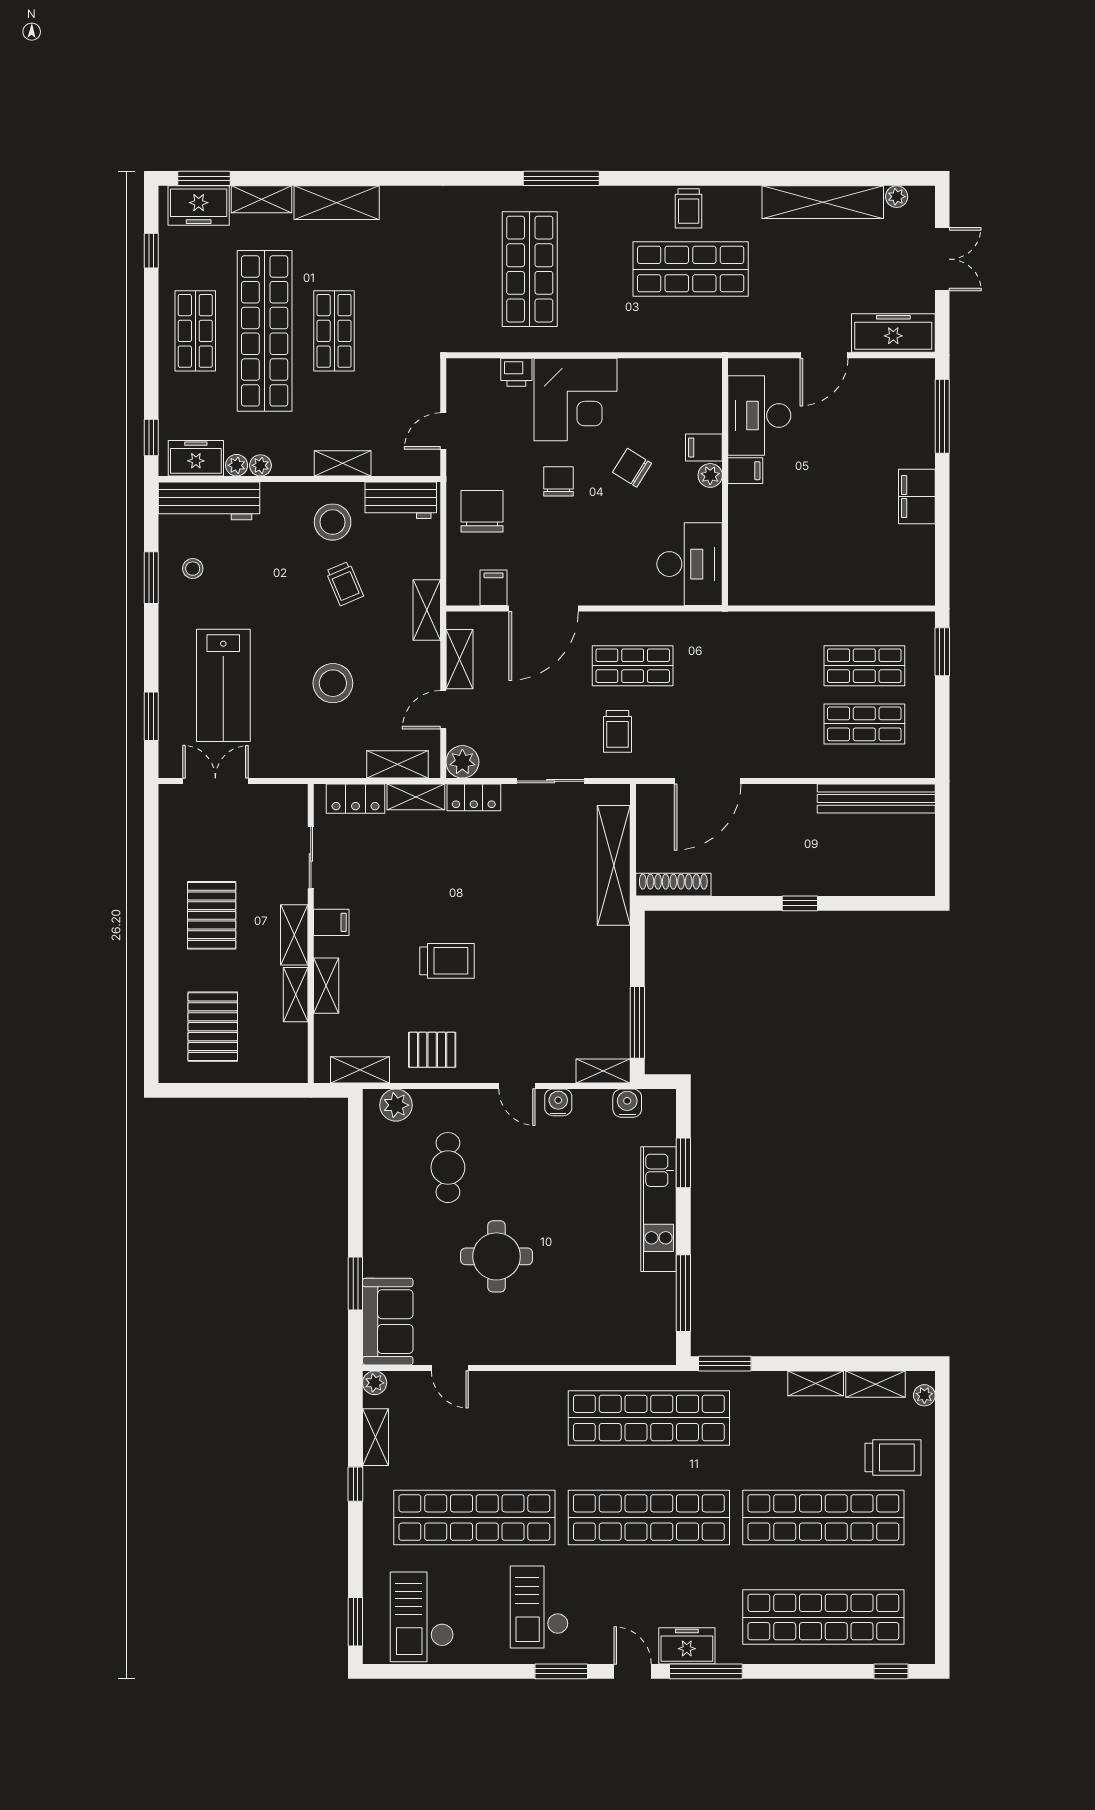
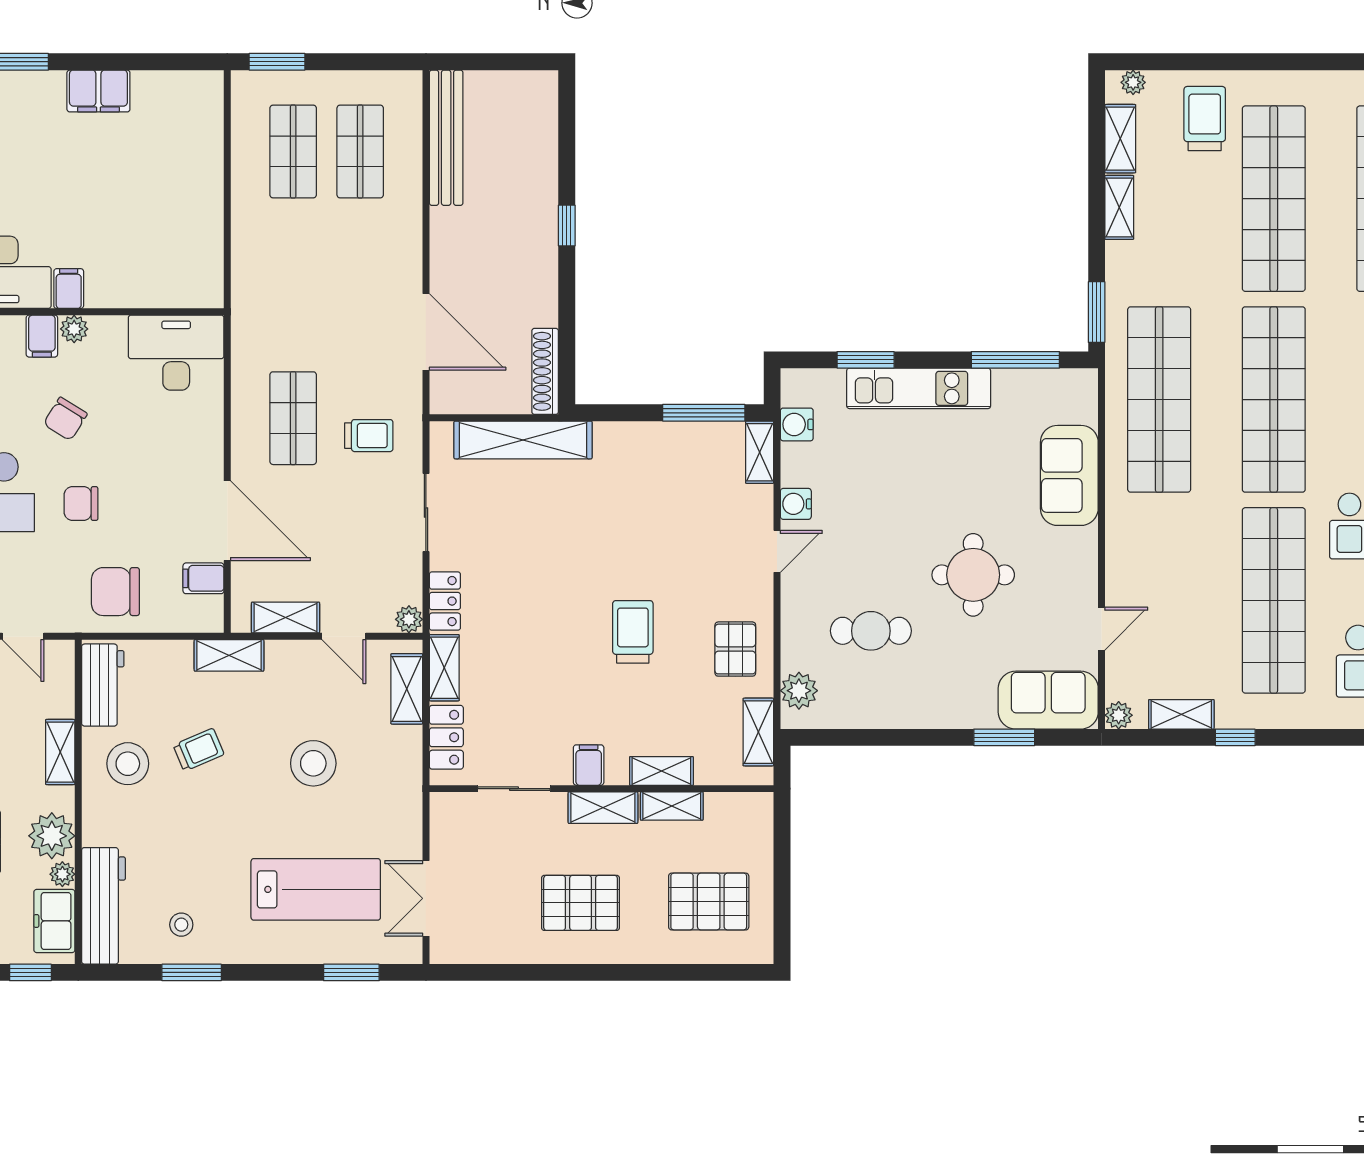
plant: (260, 465) -> (52, 836), width x1.87, depth x1.87
plant: (462, 762) -> (409, 619), width x0.73, depth x0.73
sofa: (583, 1340) -> (1069, 475), added

